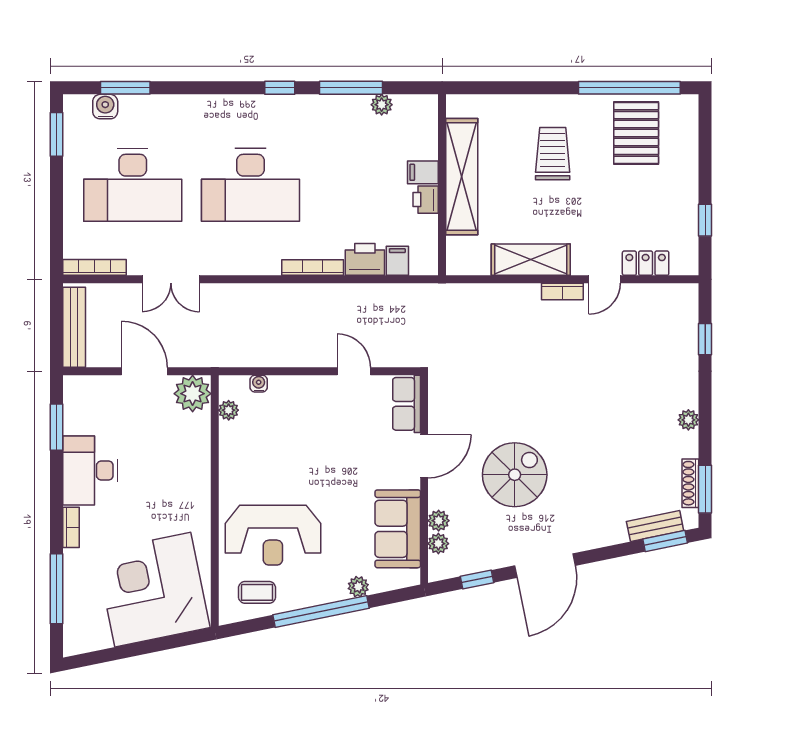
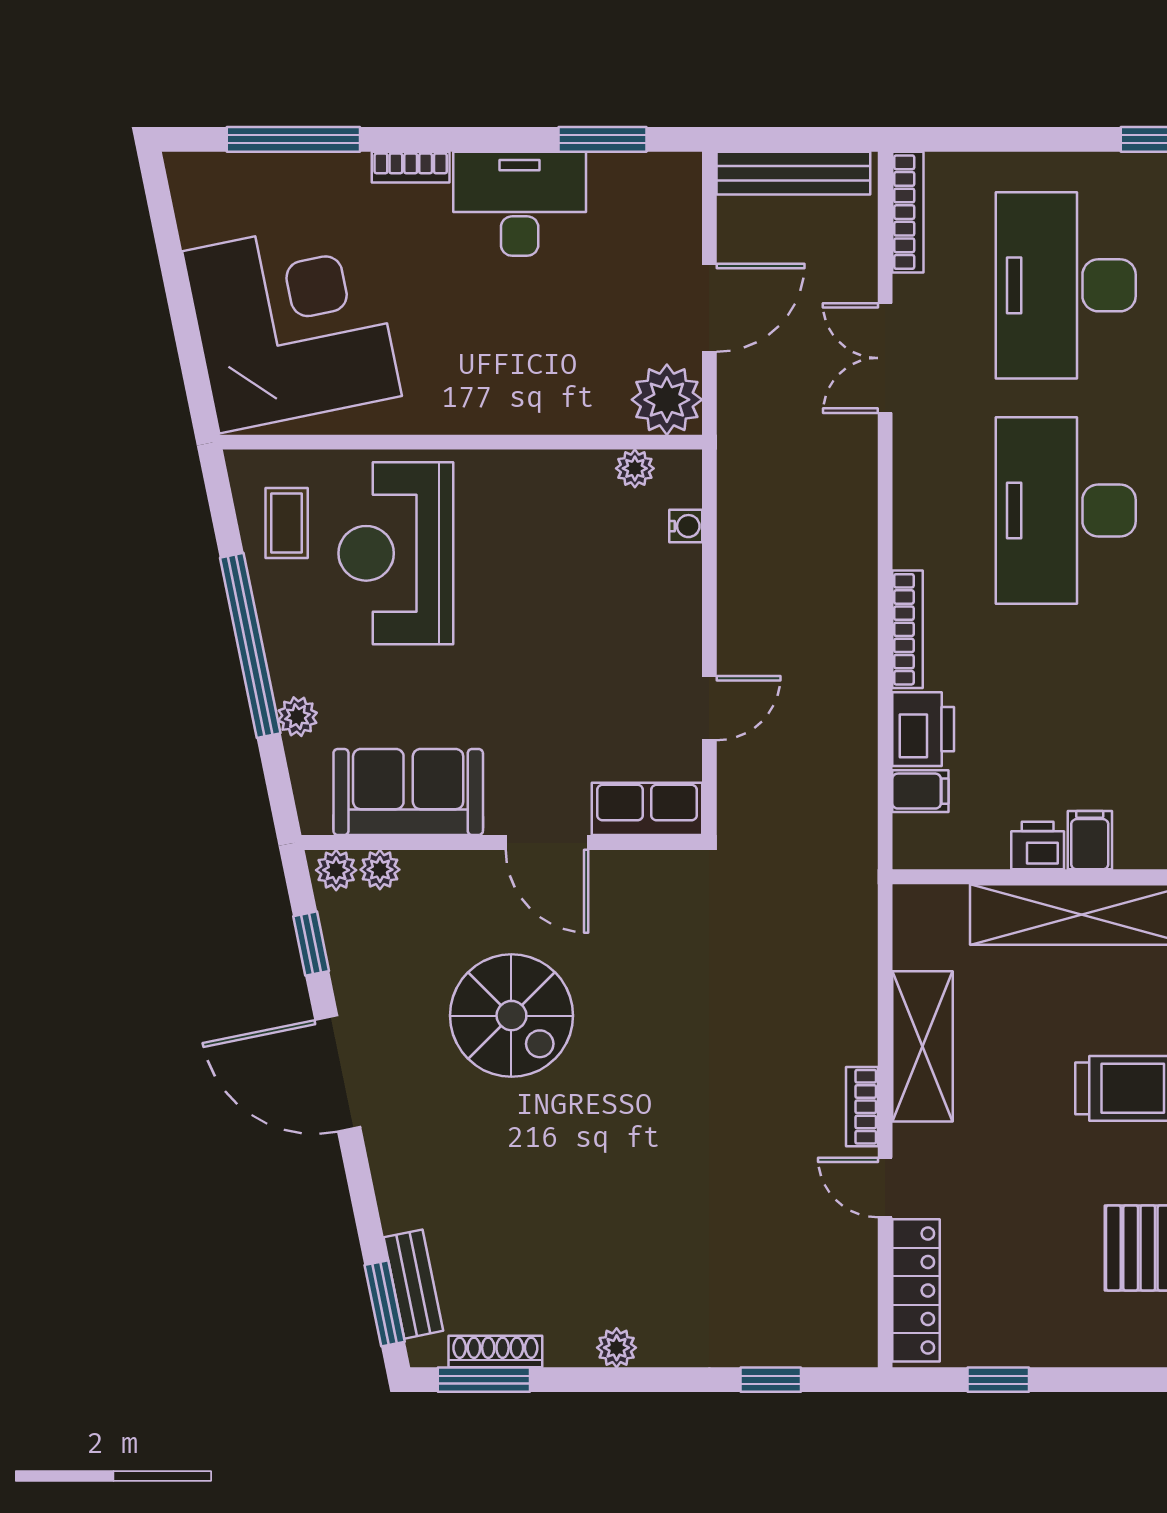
locker: (646, 263) -> (916, 1290), width x1.53
plant: (439, 521) -> (336, 870), moved

